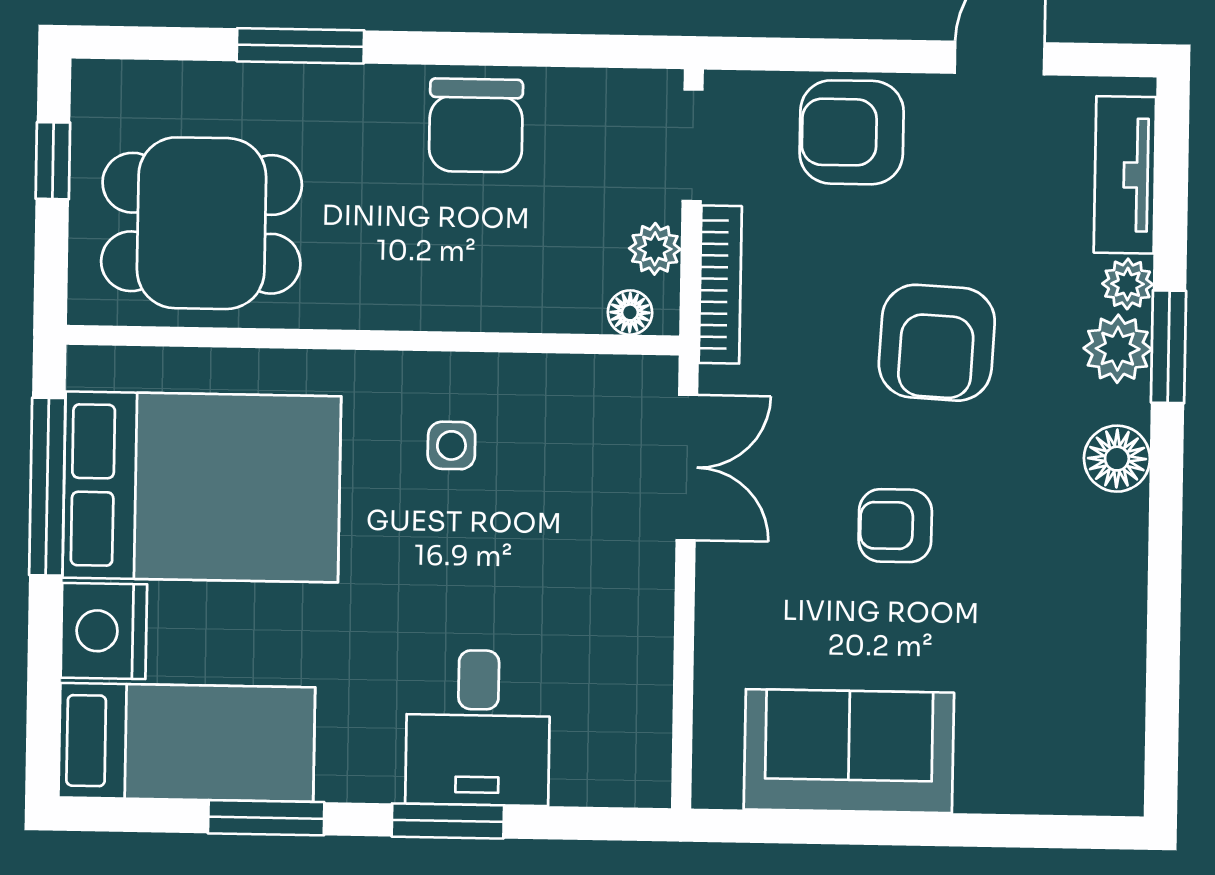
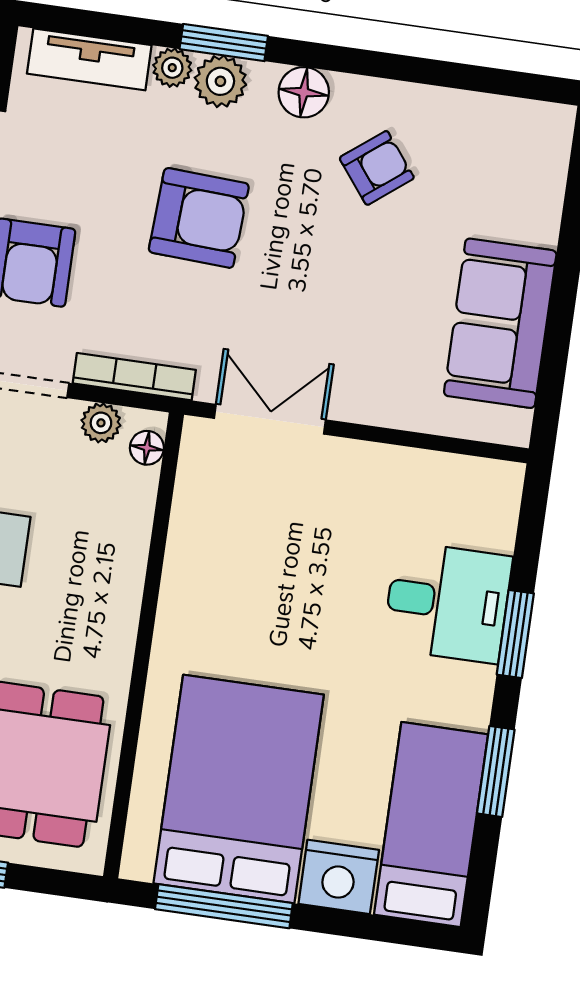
side table: (451, 445) -> (231, 596), removed
armchair: (895, 526) -> (377, 168), moved, turned -128

